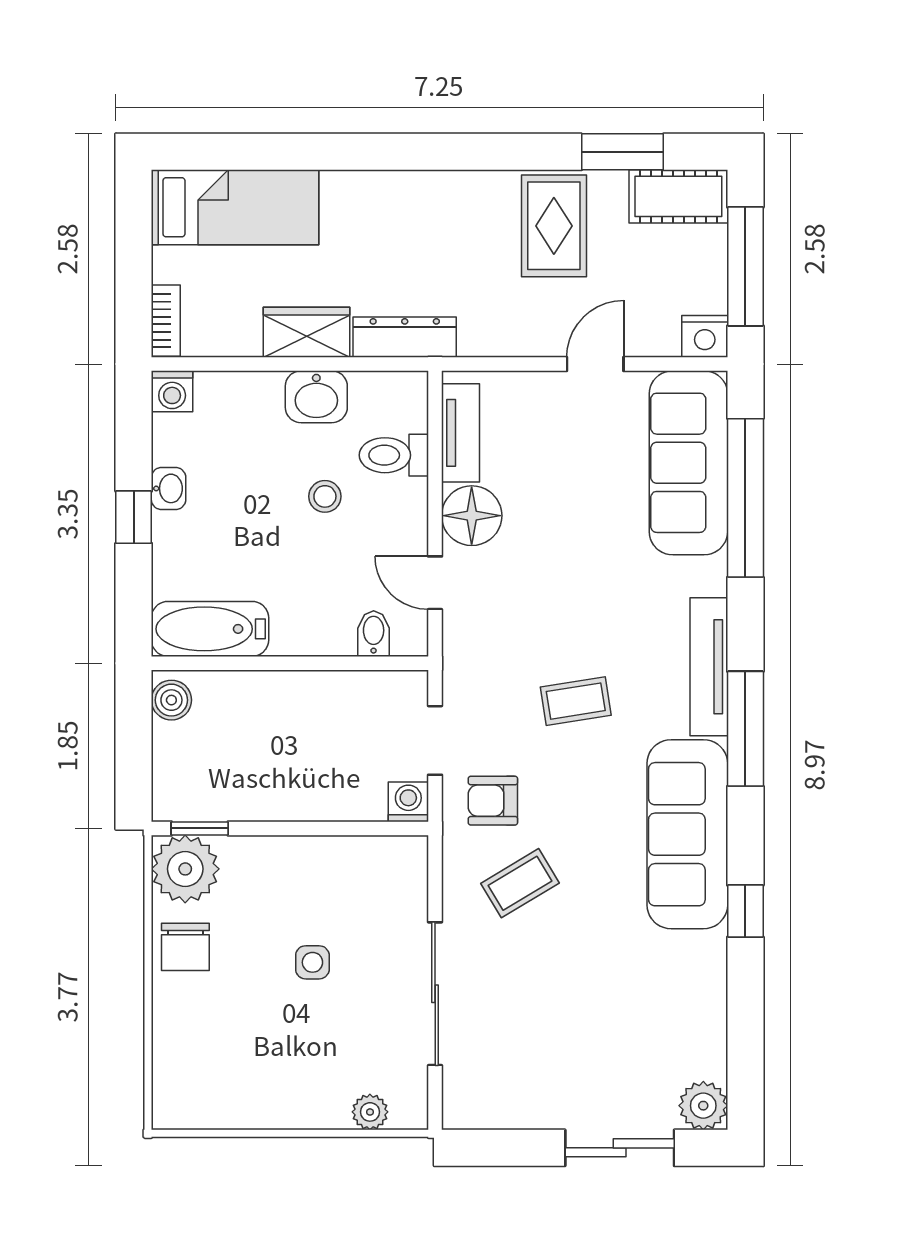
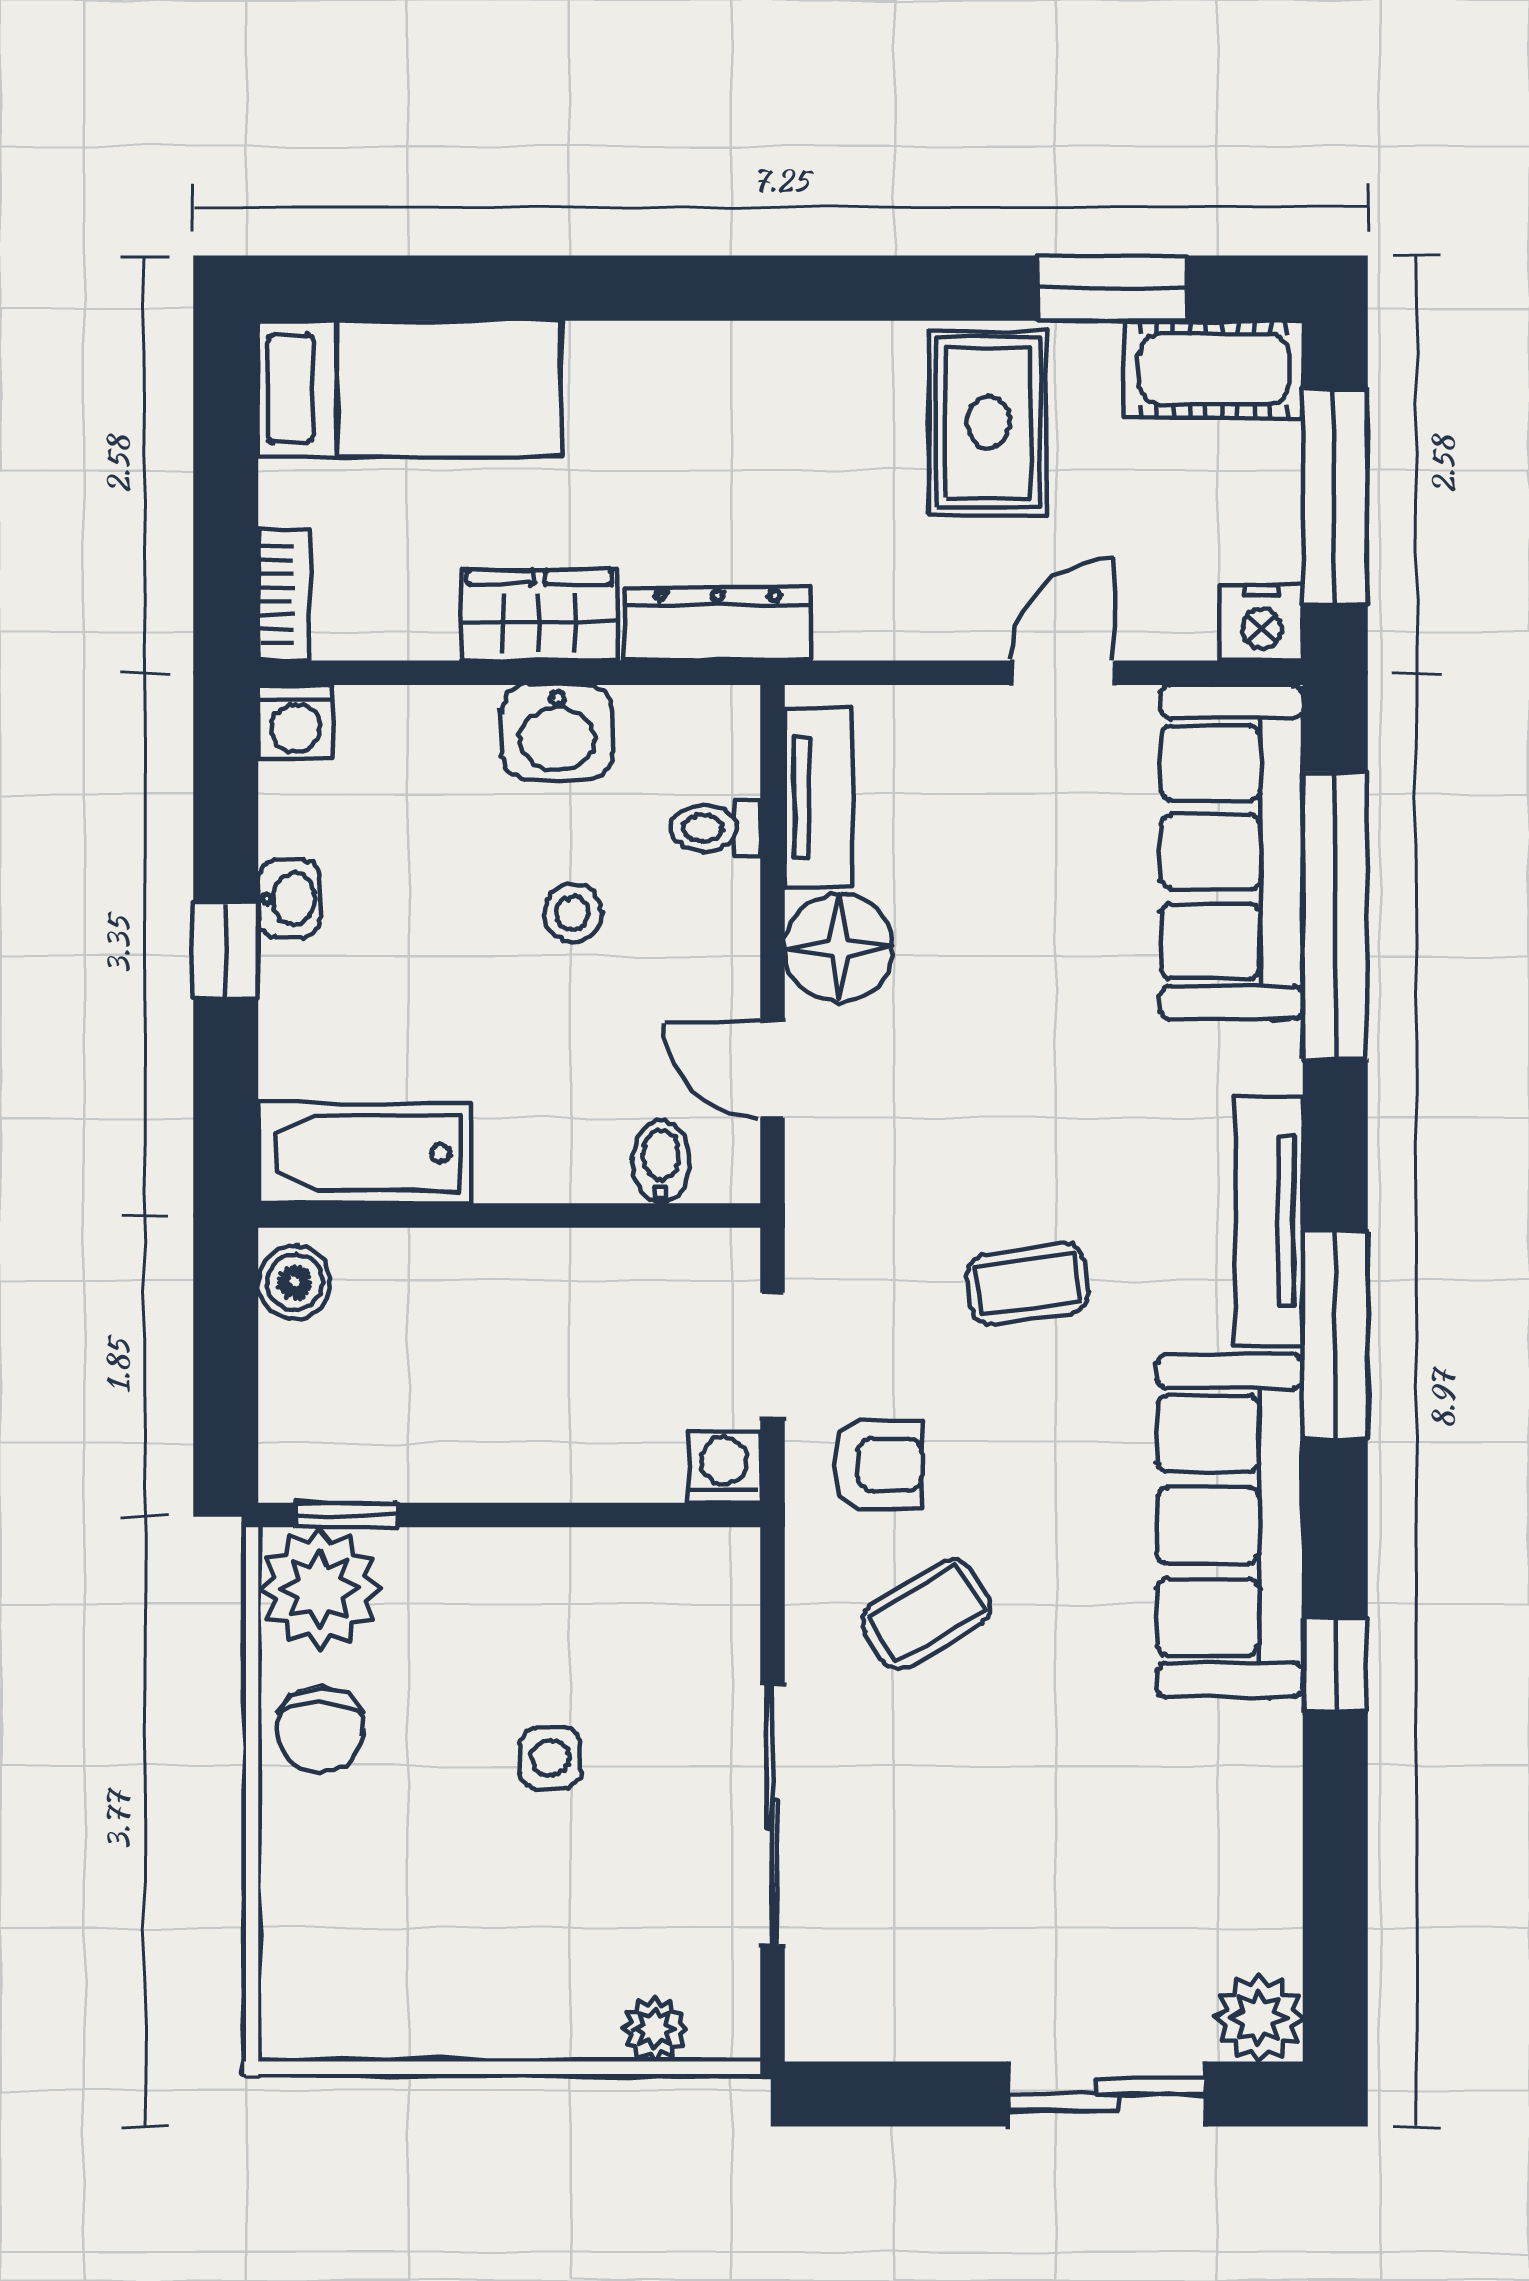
toilet: (394, 455) -> (715, 828), width x0.73, depth x0.72
armchair: (493, 801) -> (877, 1465), turned 180

